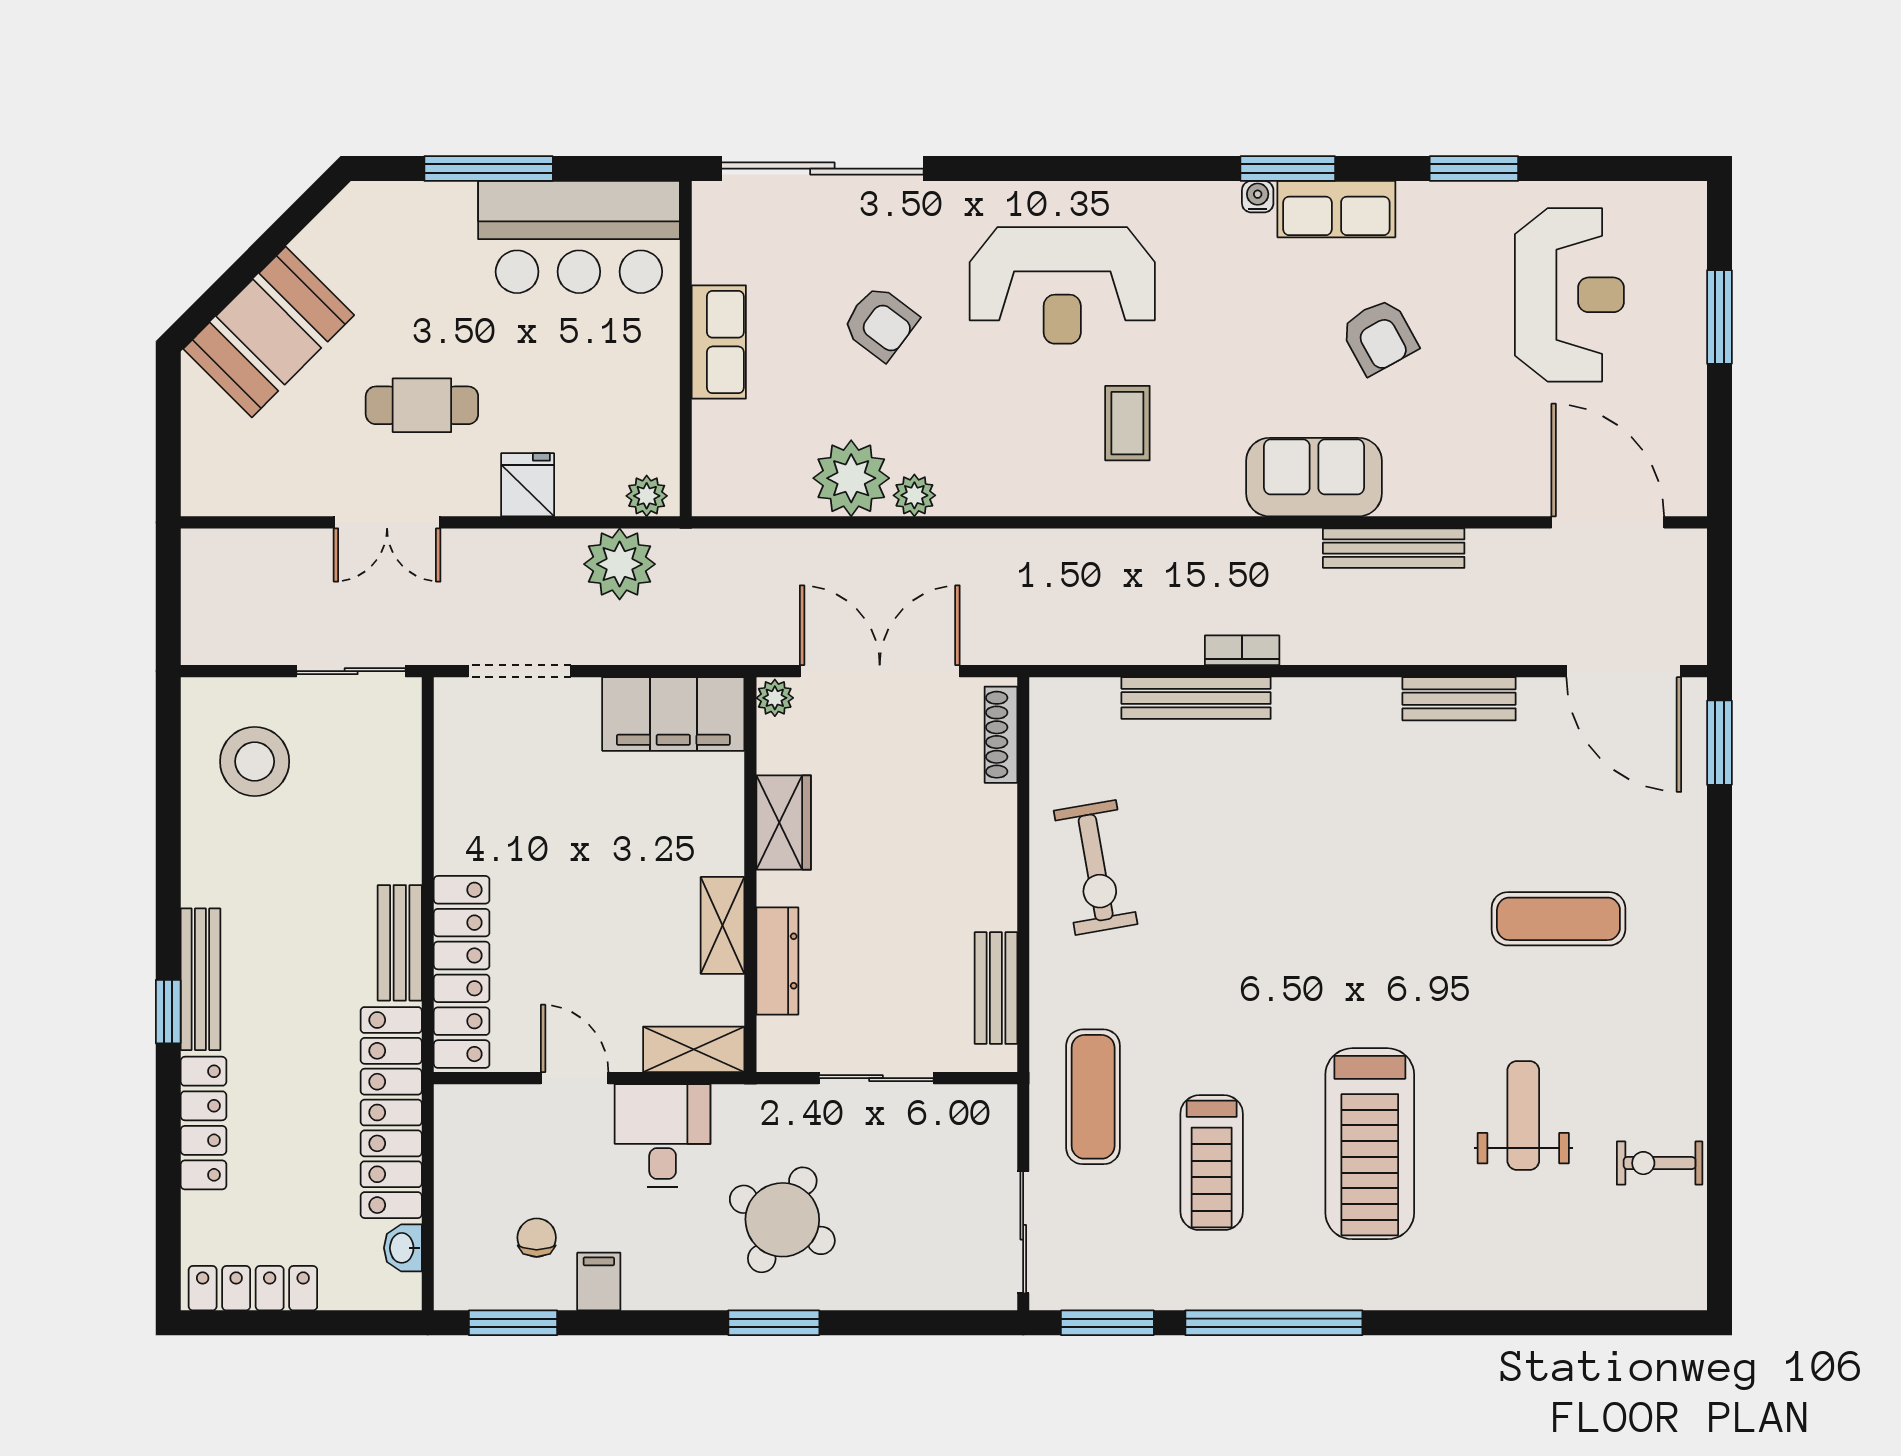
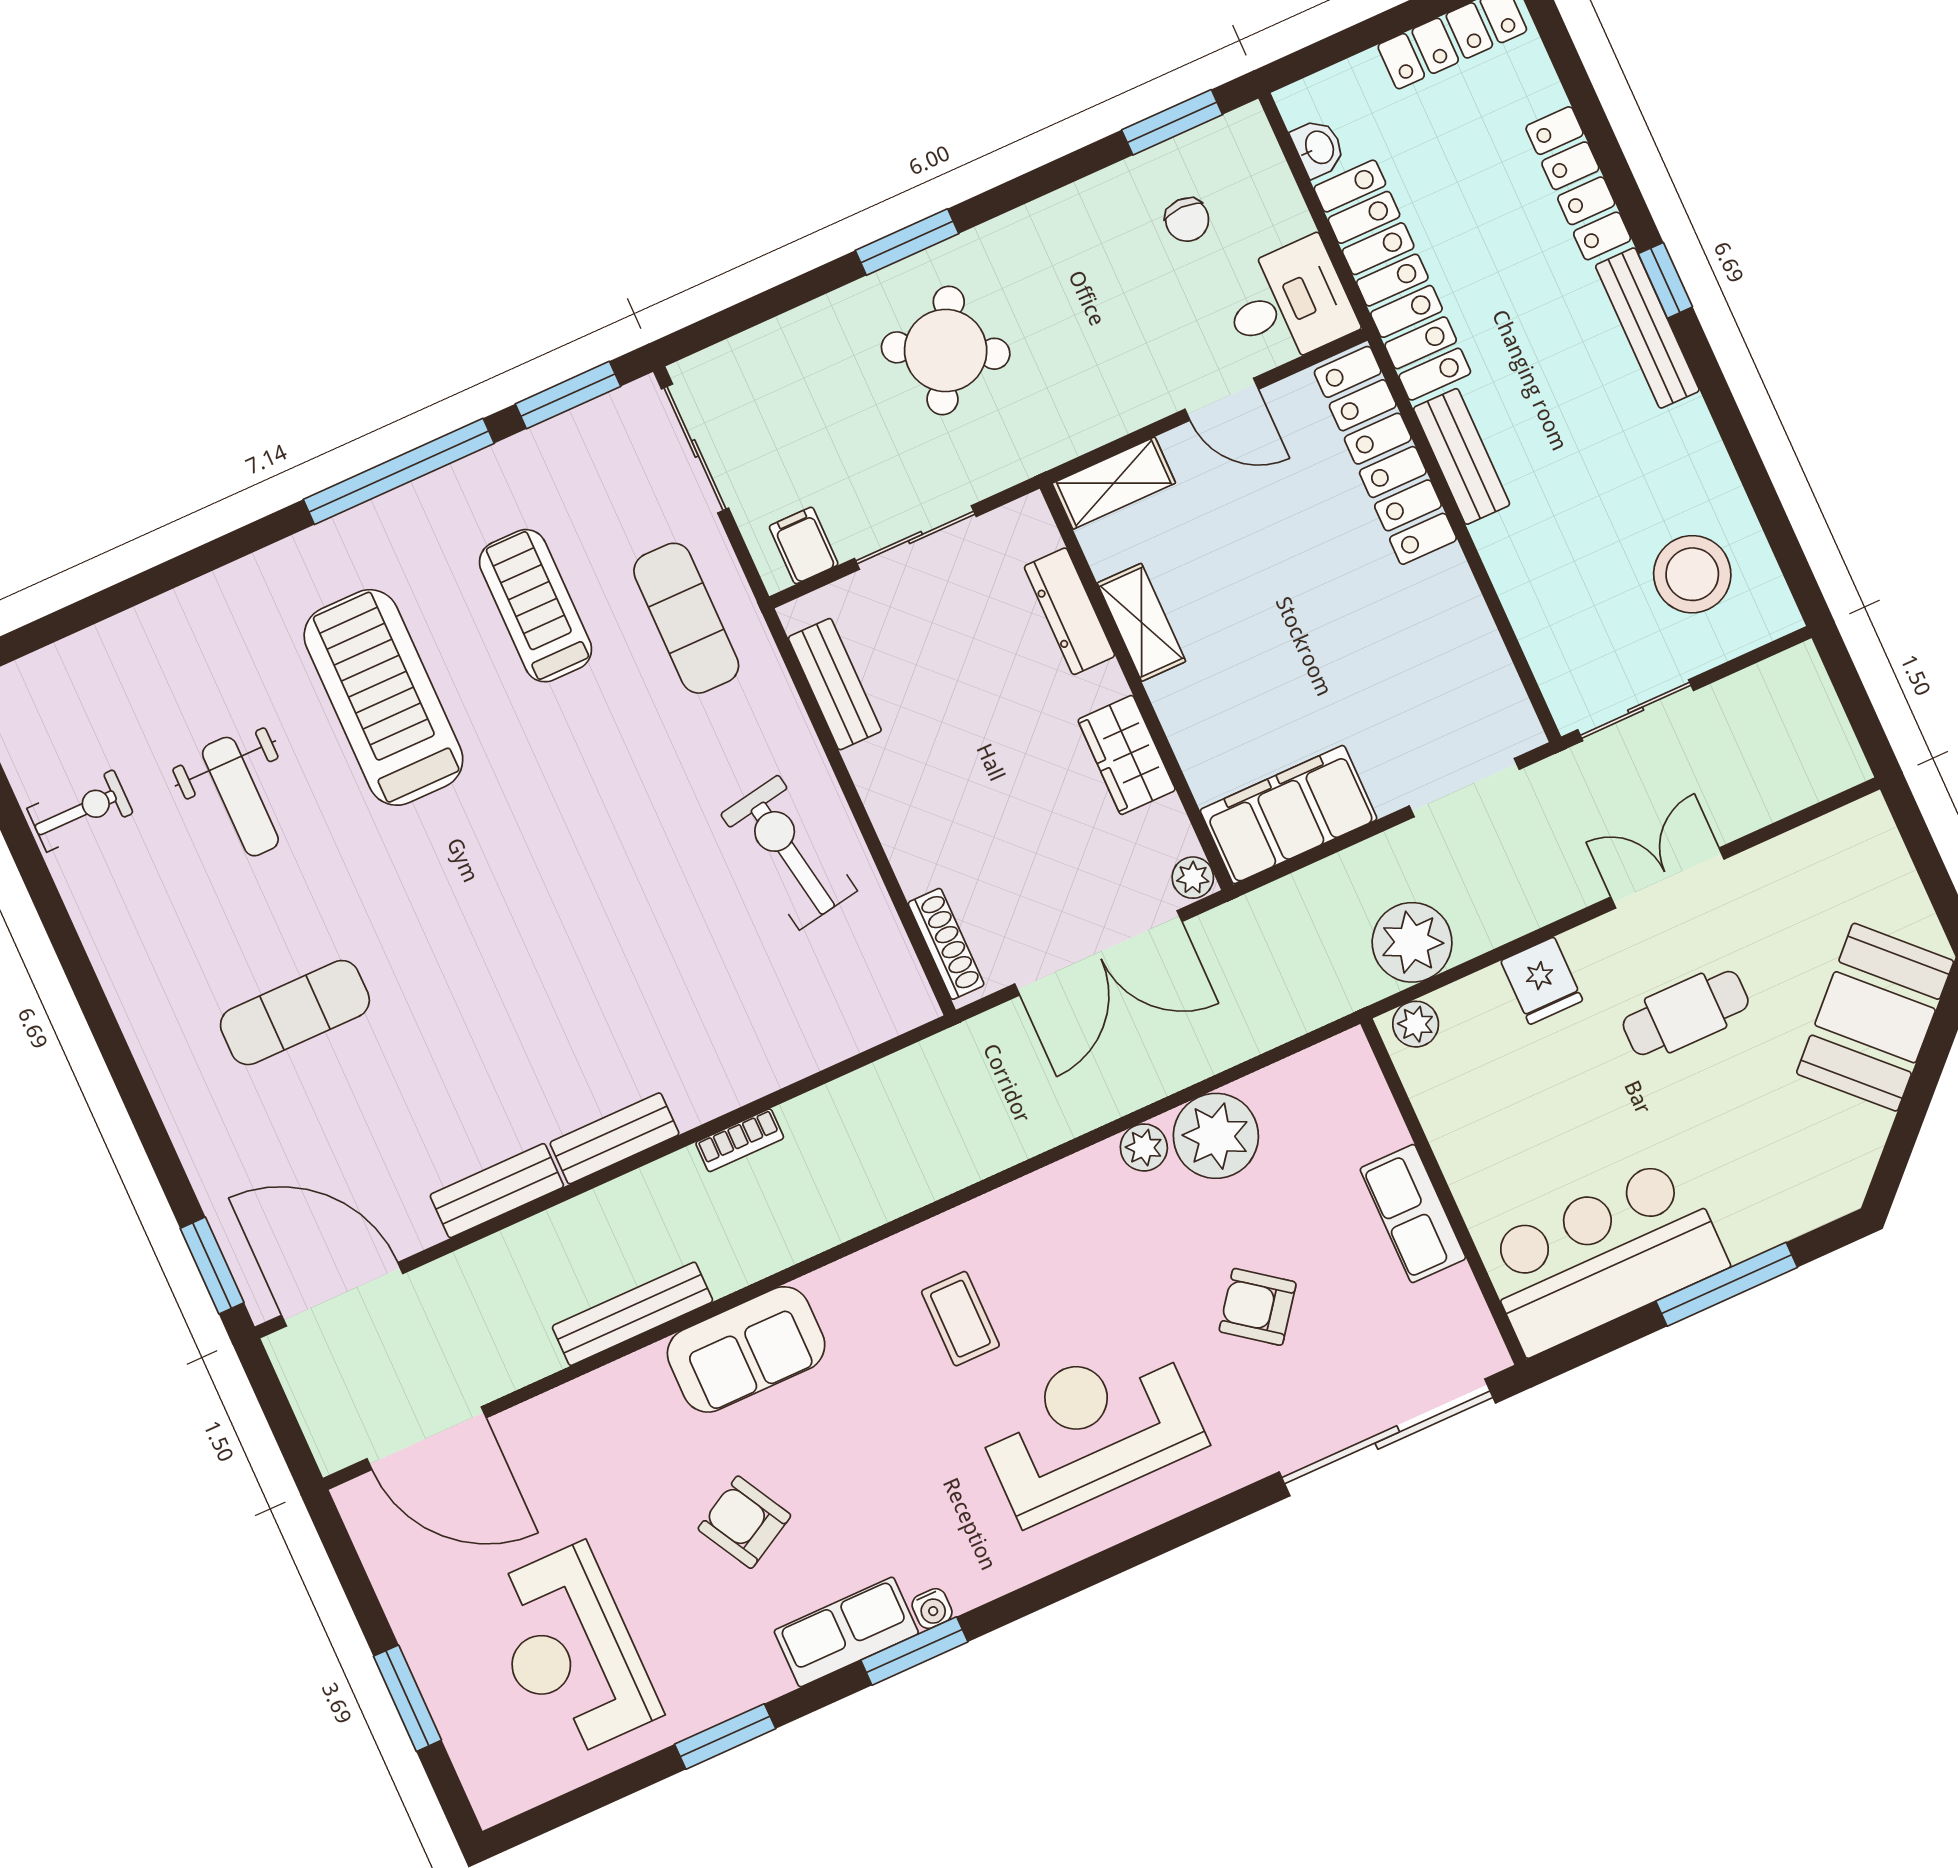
bench: (1196, 698) -> (614, 1138), moved, width x0.73
desk: (663, 1136) -> (1288, 304), moved, turned -90
filing cabinet: (599, 1282) -> (804, 545), moved, turned 180

